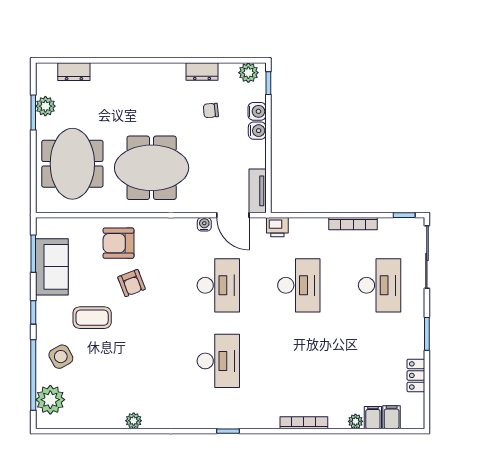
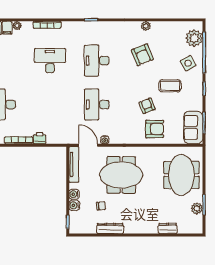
dresser: (74, 72) -> (168, 228), moved
dresser: (202, 72) -> (110, 228), width x1.44
plant: (248, 73) -> (79, 228), removed
meeting table: (152, 168) -> (121, 175), moved
tv unit: (258, 191) -> (74, 164), width x1.41
printer: (277, 227) -> (40, 138), moved
sofa: (52, 267) -> (193, 127), moved
desk: (299, 285) -> (50, 61), moved, turned 90
armchair: (140, 371) -> (142, 55), added

